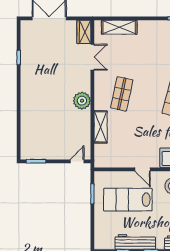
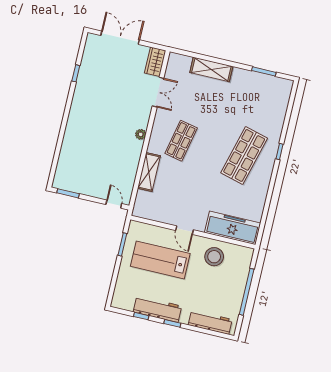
shelving: (119, 27) -> (211, 69), moved
plant: (82, 101) -> (141, 134), width x0.53, depth x0.53
door: (77, 161) -> (114, 204), hinge flipped

